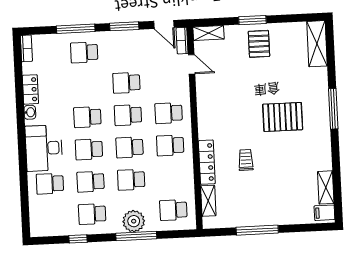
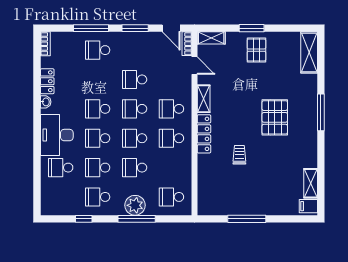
pallet: (283, 117) -> (275, 117), turned 90
locker: (207, 162) -> (204, 134), moved
shelving: (208, 201) -> (204, 99), moved

